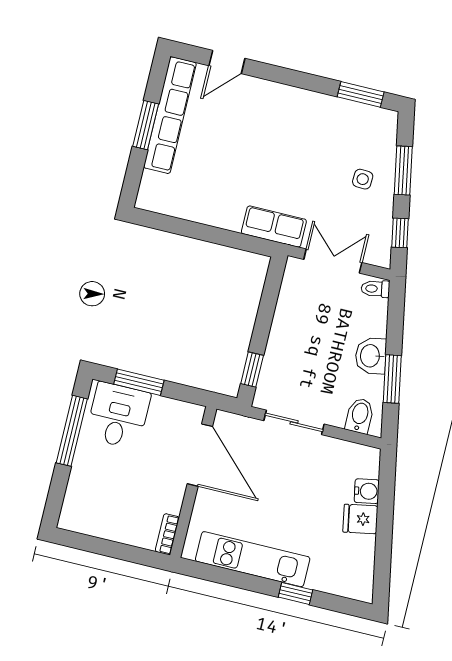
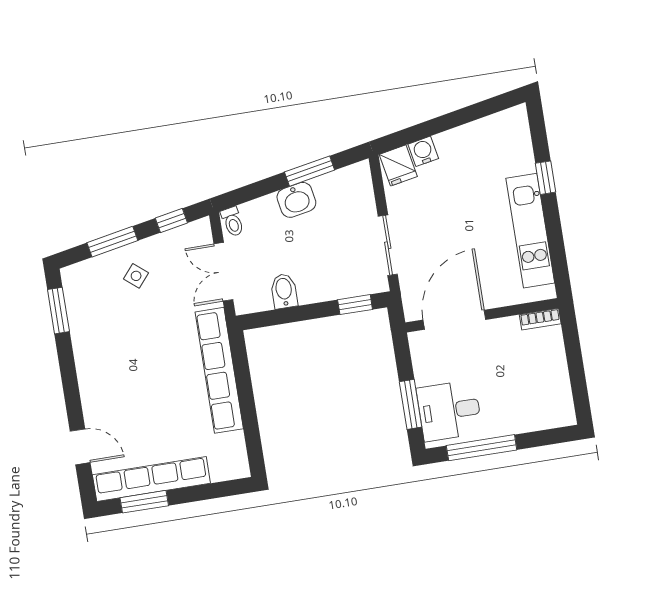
window: (146, 125) -> (144, 502), moved
side table: (363, 179) -> (136, 276), turned 38
row of seats: (274, 227) -> (219, 370), width x2.02
bidet: (360, 416) -> (284, 291), moved, turned 90
fridge: (360, 519) -> (398, 165), moved

